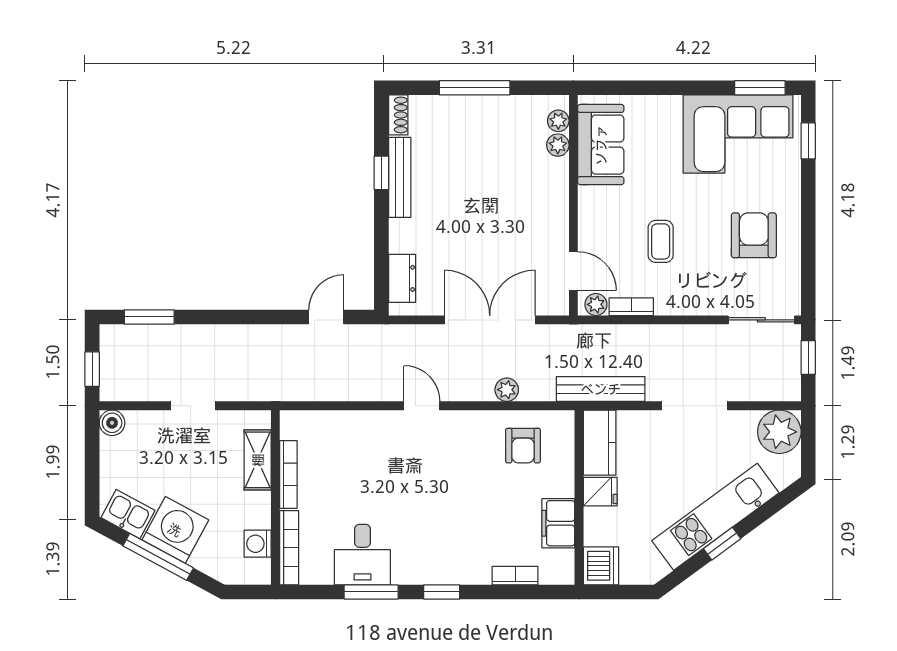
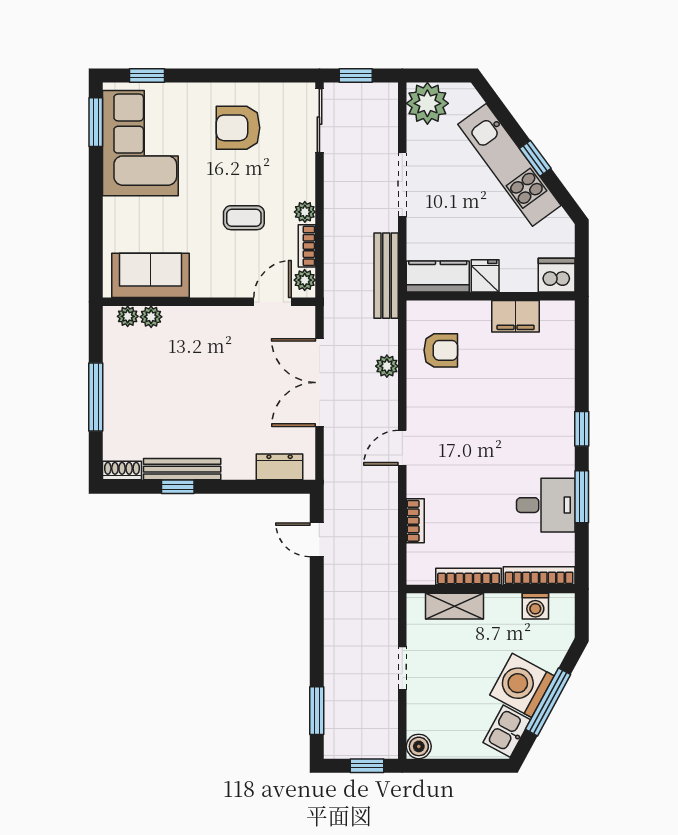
plant: (667, 305) -> (305, 212), added
bookcase: (515, 576) -> (415, 521), moved, turned 180

